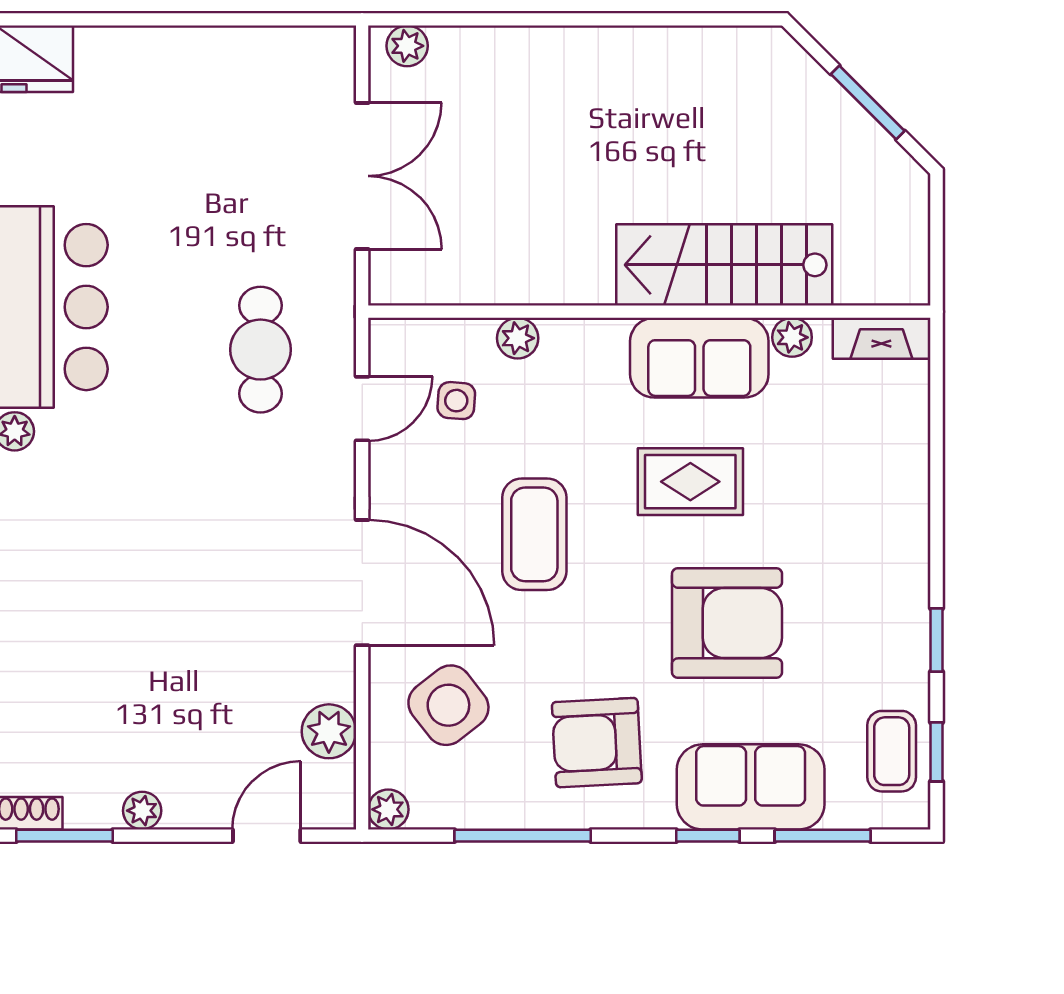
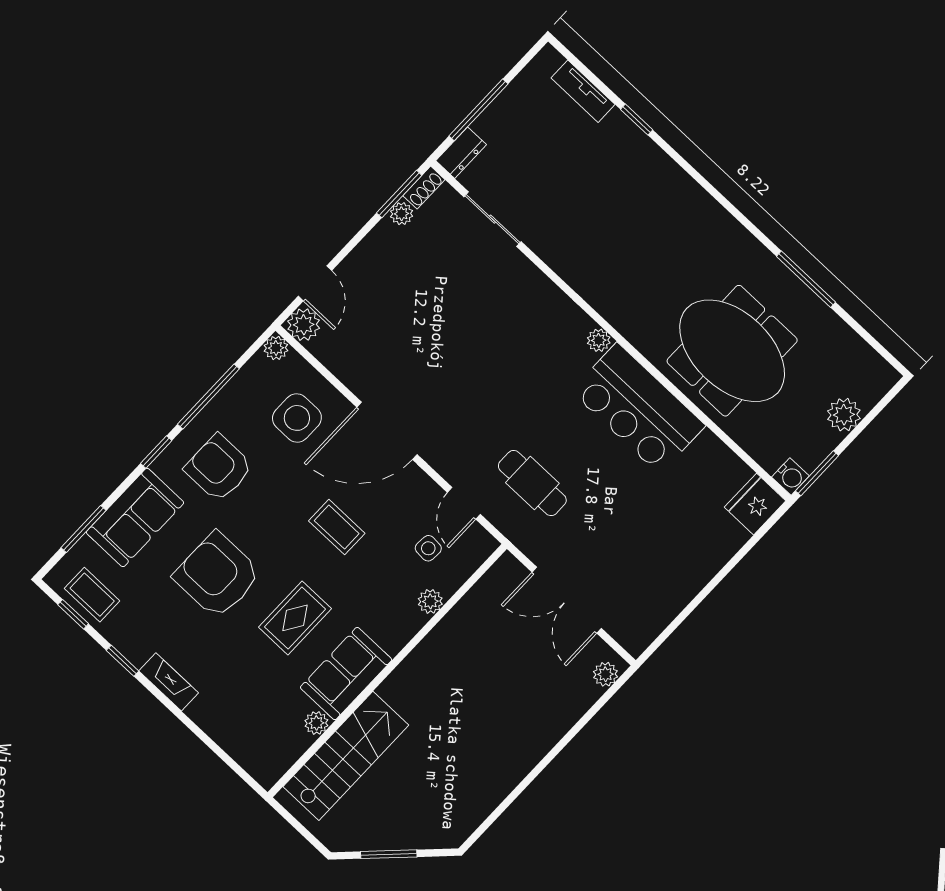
stairs: (724, 265) -> (346, 756), moved
fireplace: (881, 338) -> (169, 682), moved, turned 90
coffee table: (534, 534) -> (337, 527), width x0.73, depth x0.77
armchair: (727, 623) -> (217, 575), turned 90
side table: (448, 705) -> (297, 418), turned 38
plant: (329, 731) -> (304, 325), moved
armchair: (597, 743) -> (219, 468), turned -87
plant: (142, 811) -> (402, 214), moved
window: (708, 836) -> (156, 452), moved

